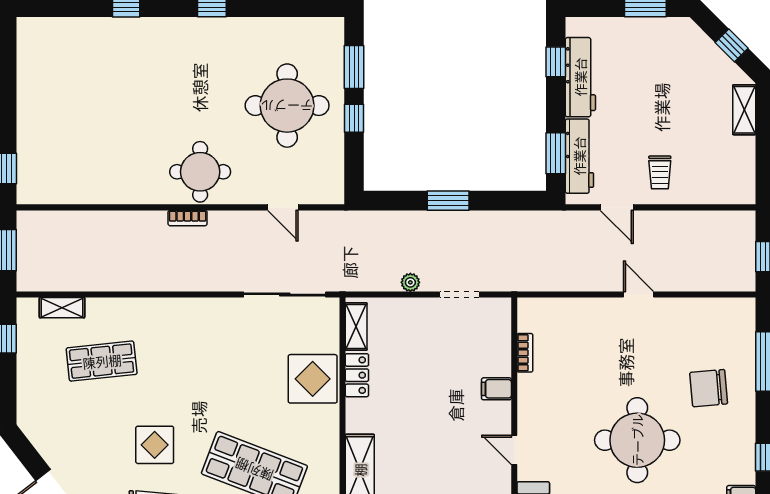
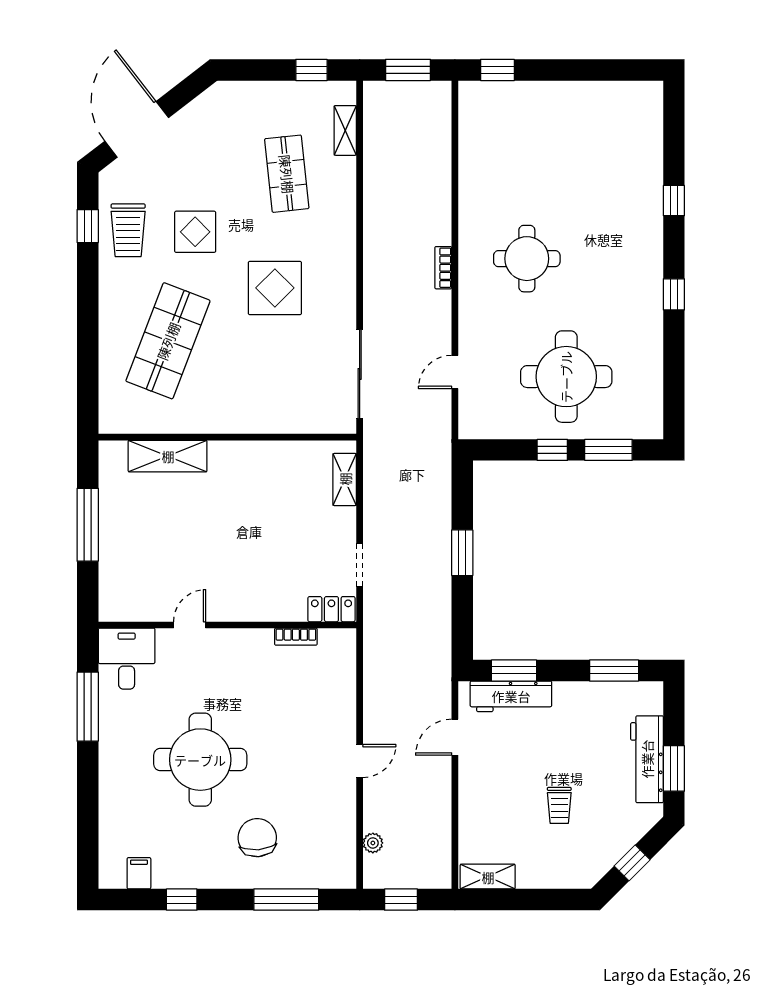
window: (556, 62) -> (614, 670), width x1.50
workbench: (580, 77) -> (647, 759), moved, turned 90
shelving: (744, 110) -> (488, 877), moved
round table: (200, 172) -> (527, 259), moved
trolley: (660, 172) -> (559, 805), moved, turned -90
plant: (410, 282) -> (373, 843), moved
shelving: (356, 327) -> (345, 479), moved, turned 90
locker: (357, 375) -> (331, 609), moved, turned 180
display table: (313, 379) -> (275, 288), moved
filing cabinet: (496, 389) -> (256, 606), removed

